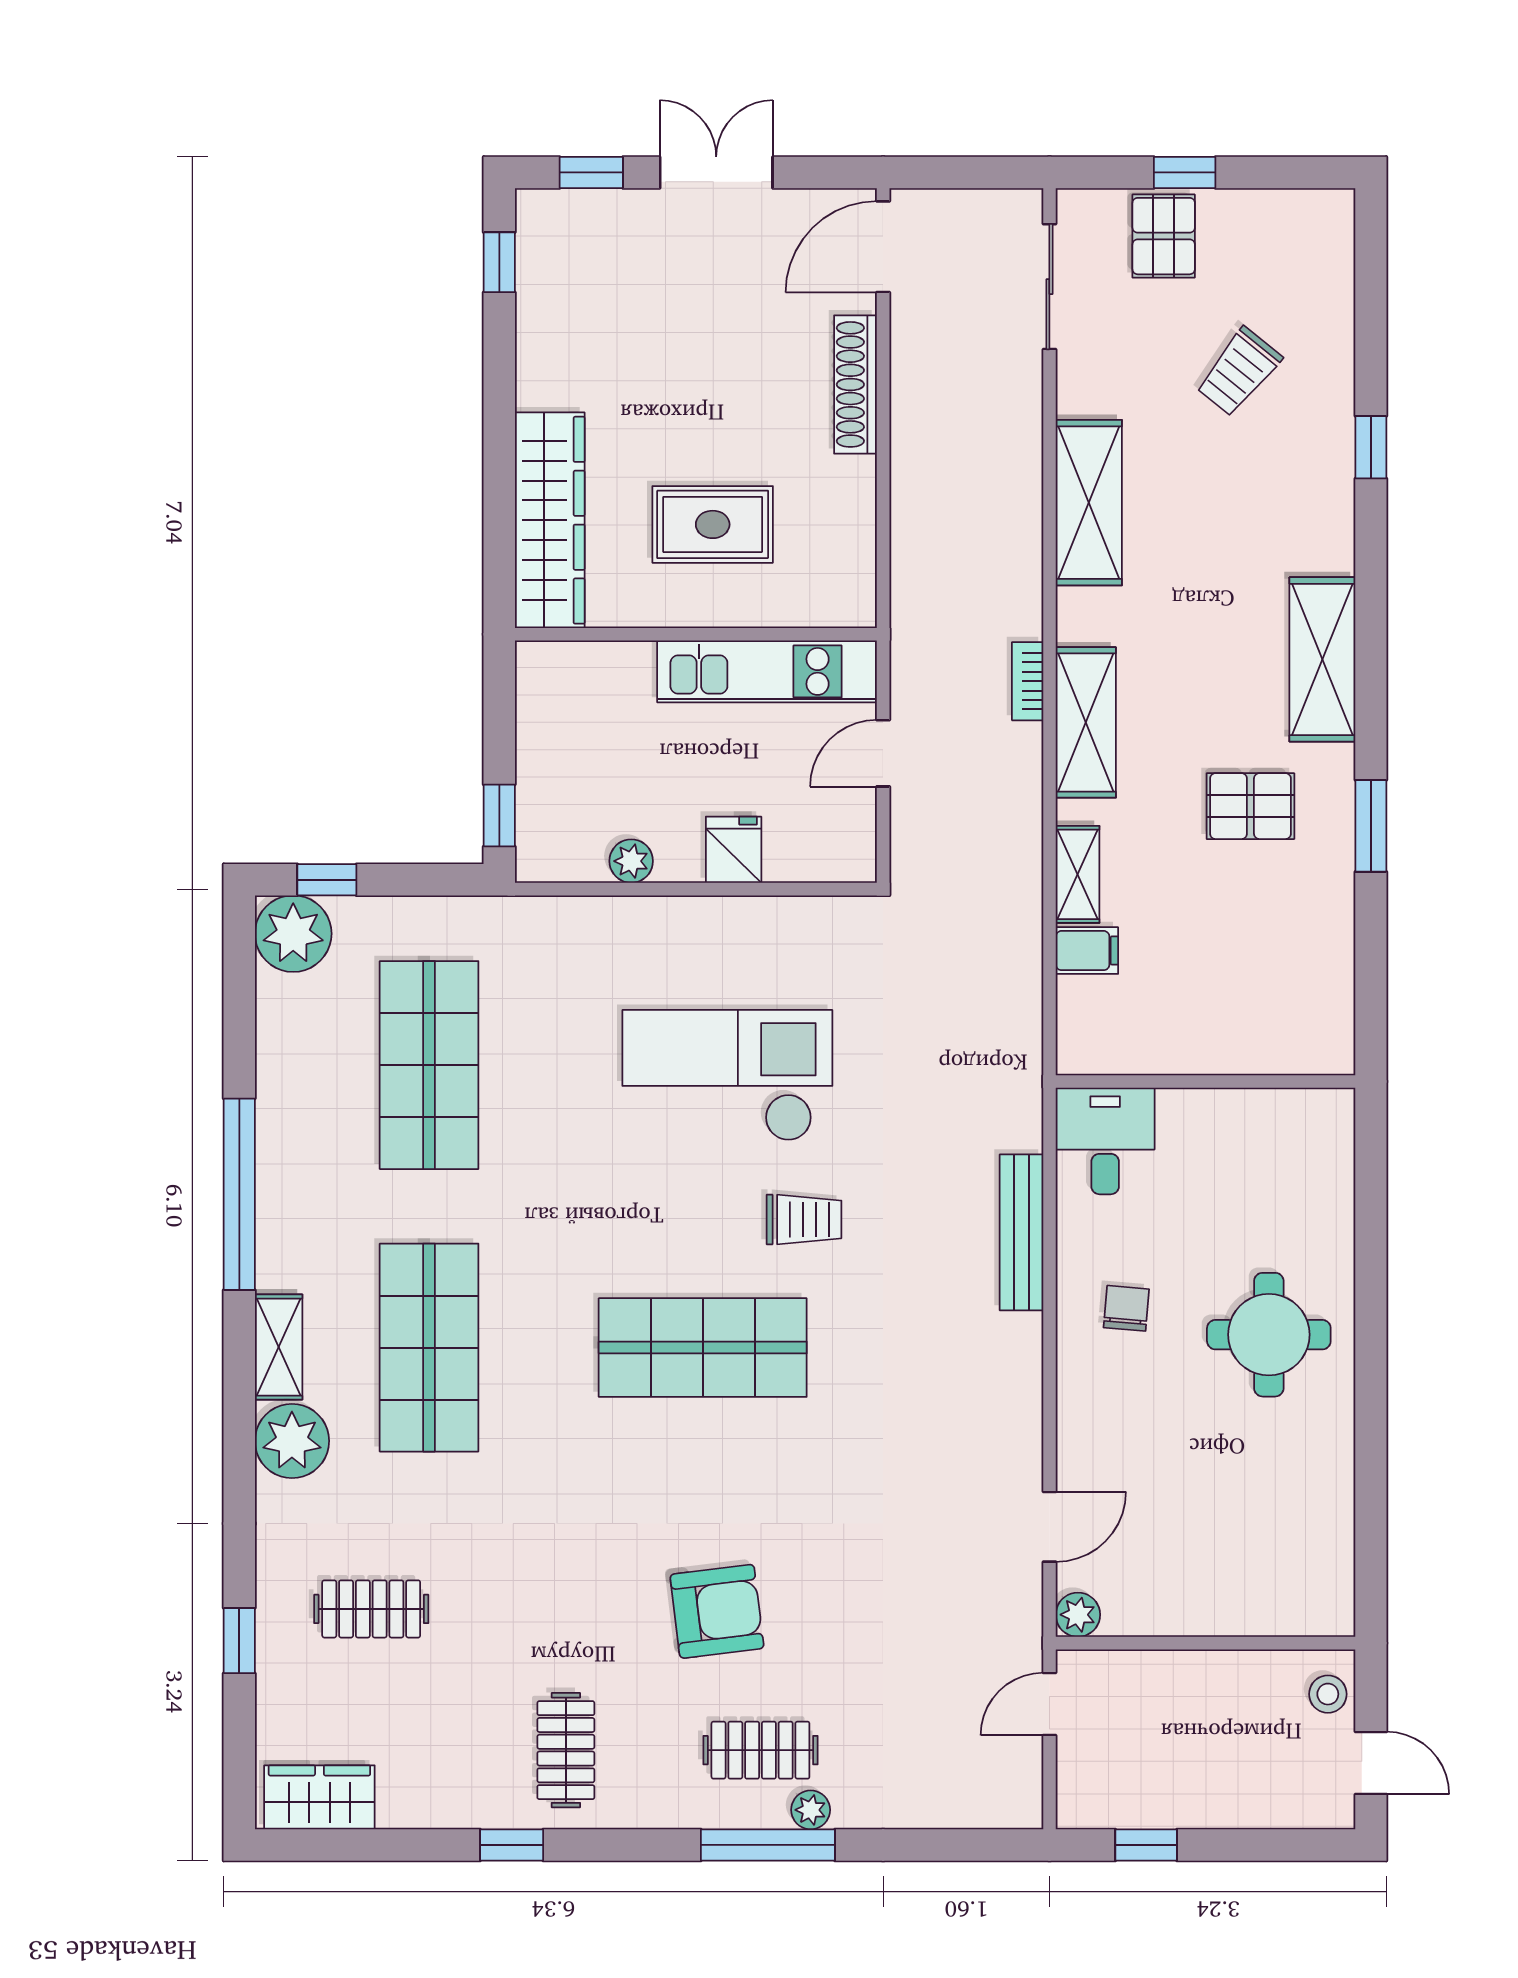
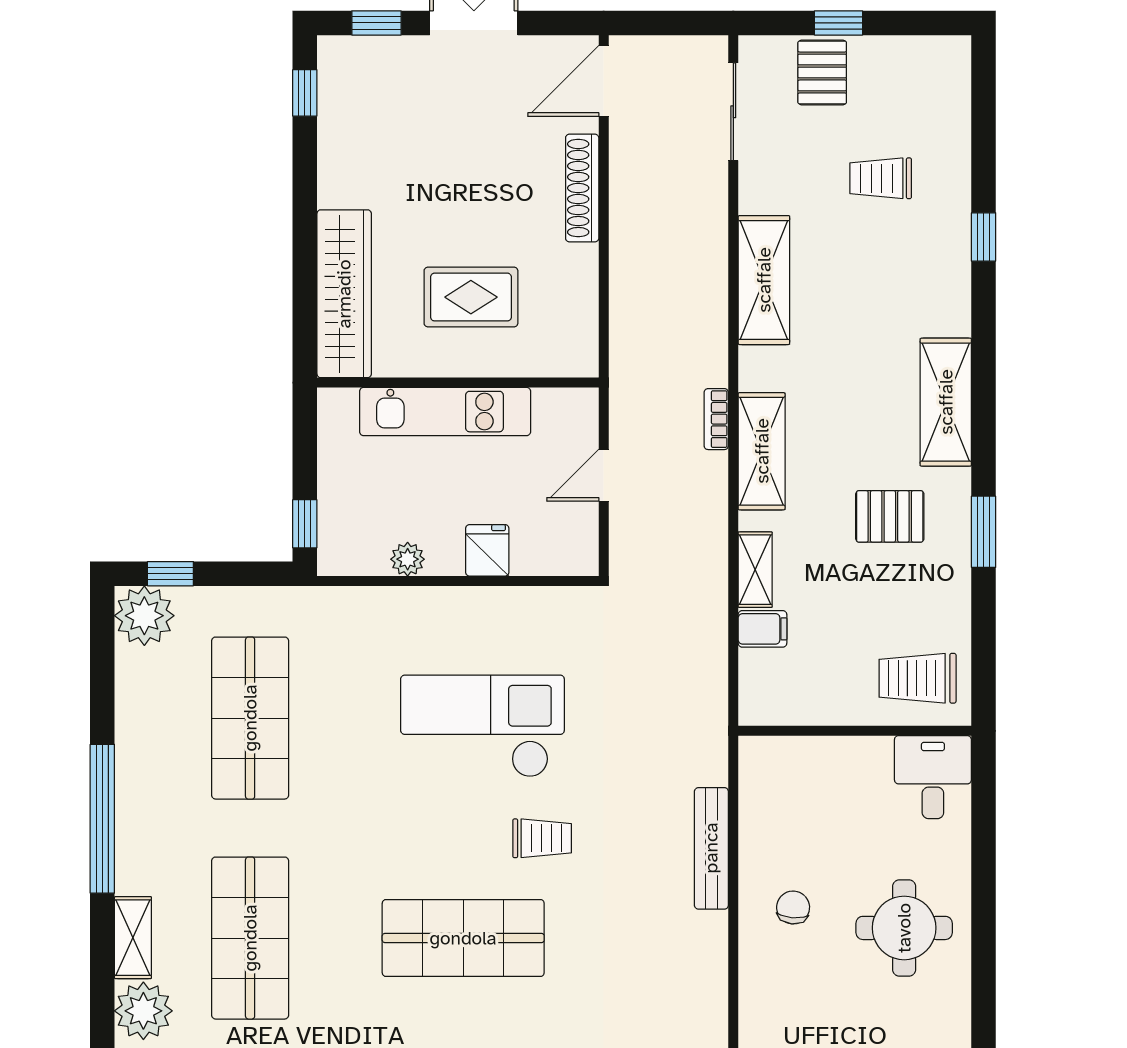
trolley: (1239, 372) -> (881, 178), turned 51
kitchen unit: (767, 671) -> (445, 412), moved
trolley: (1286, 1014) -> (918, 678), added
desk: (1105, 1141) -> (933, 777), moved

